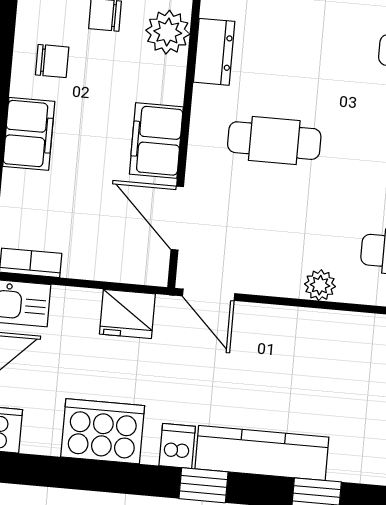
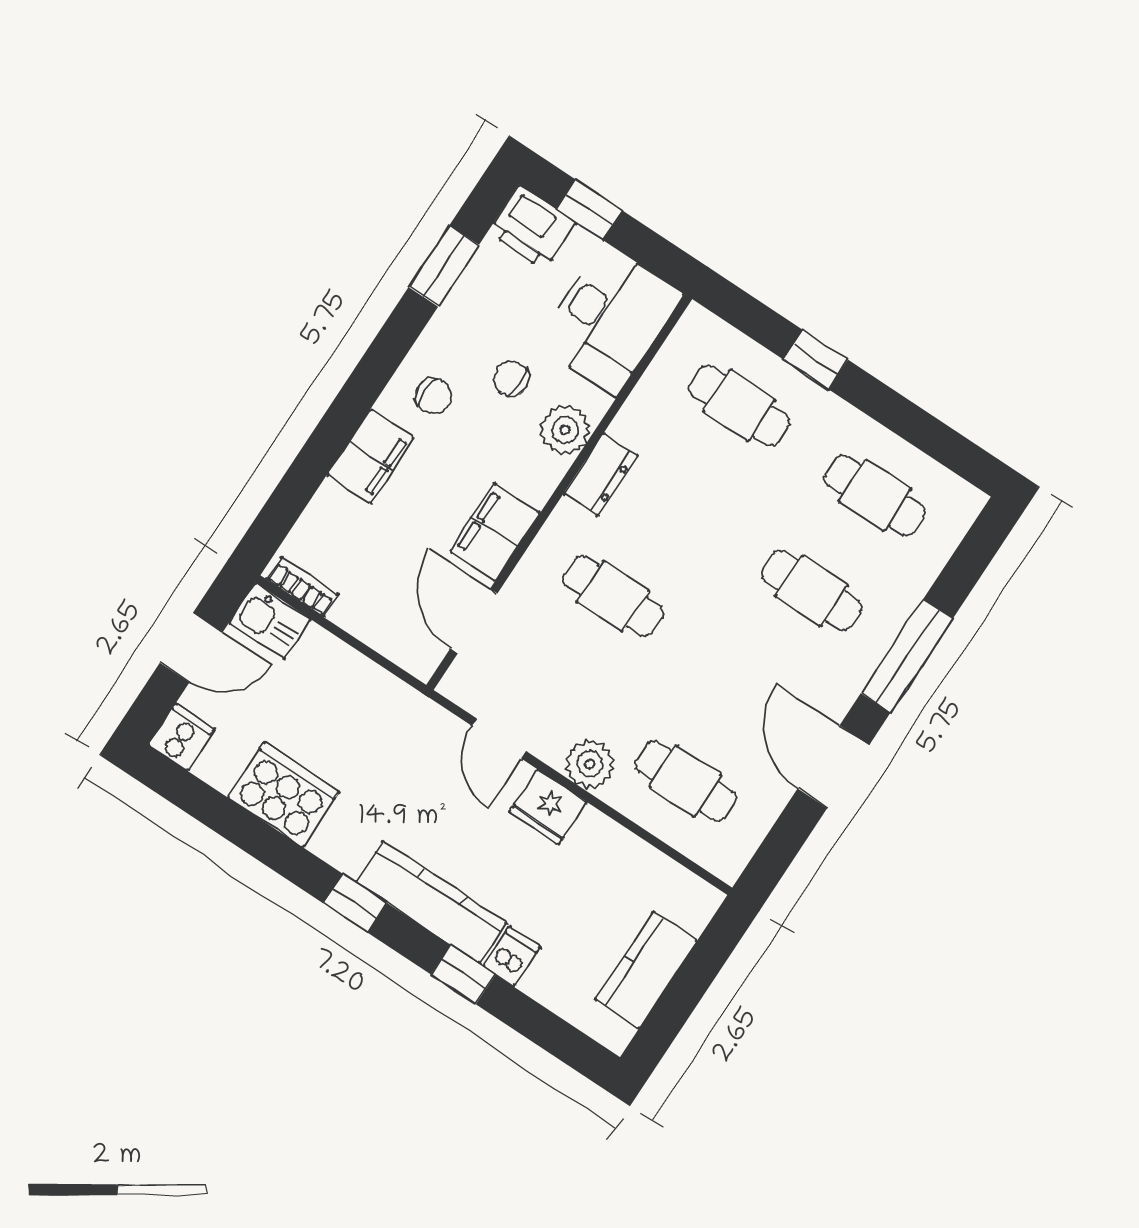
plant: (320, 285) -> (590, 764), width x1.38, depth x1.38
door: (209, 295) -> (499, 738), moved
fridge: (127, 314) -> (548, 807), moved
dishwasher: (177, 446) -> (512, 956), moved

